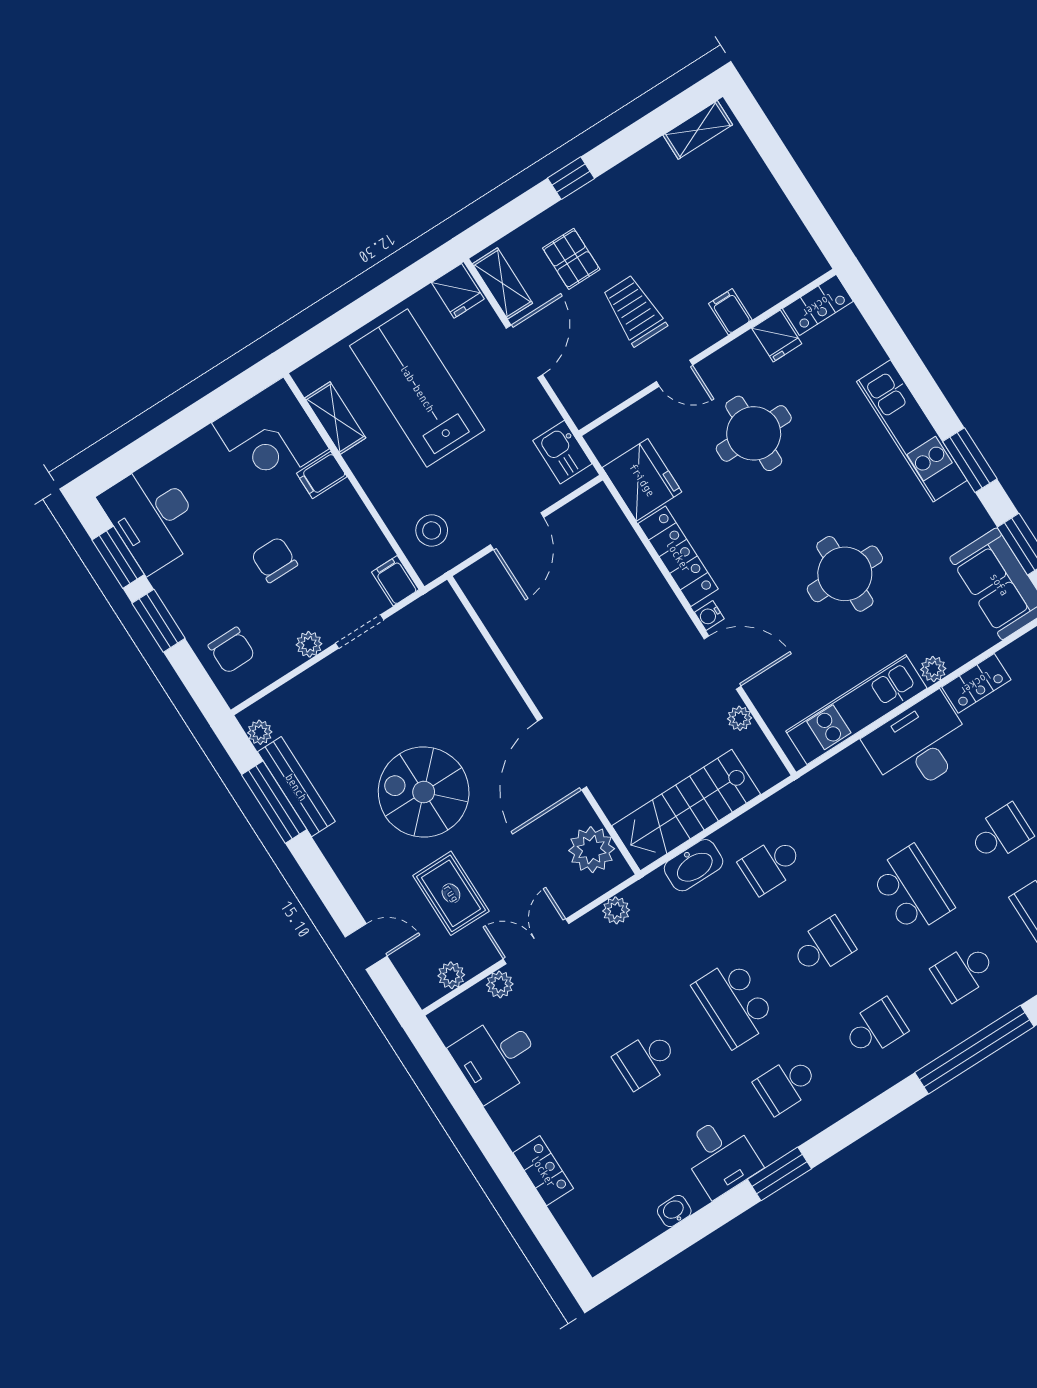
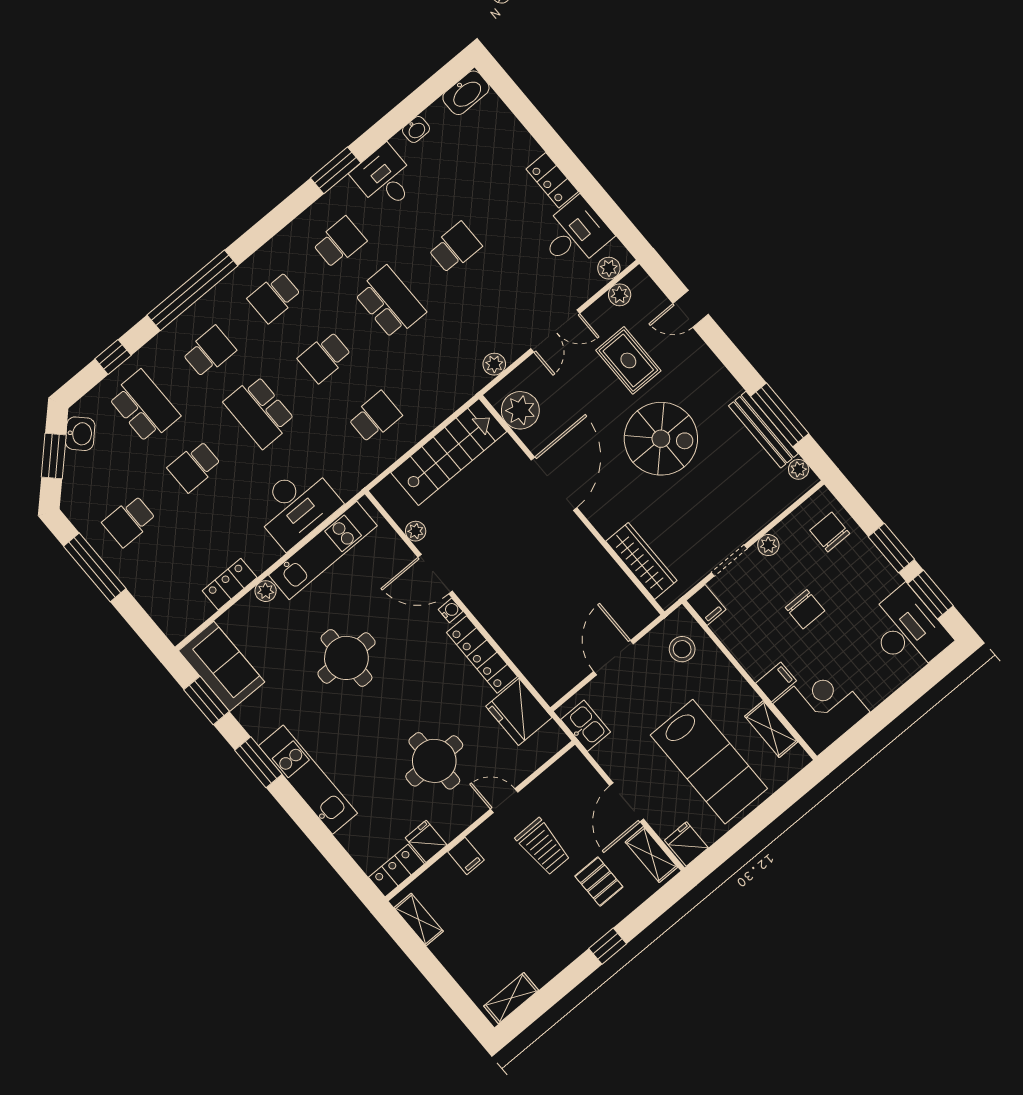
shelving: (799, 241) -> (419, 920), added
wardrobe: (467, 645) -> (641, 561), added
desk: (919, 745) -> (296, 506), moved
washbasin: (694, 865) -> (466, 93), moved, turned 180
plant: (500, 984) -> (609, 268), moved
locker: (543, 1171) -> (552, 180), moved

